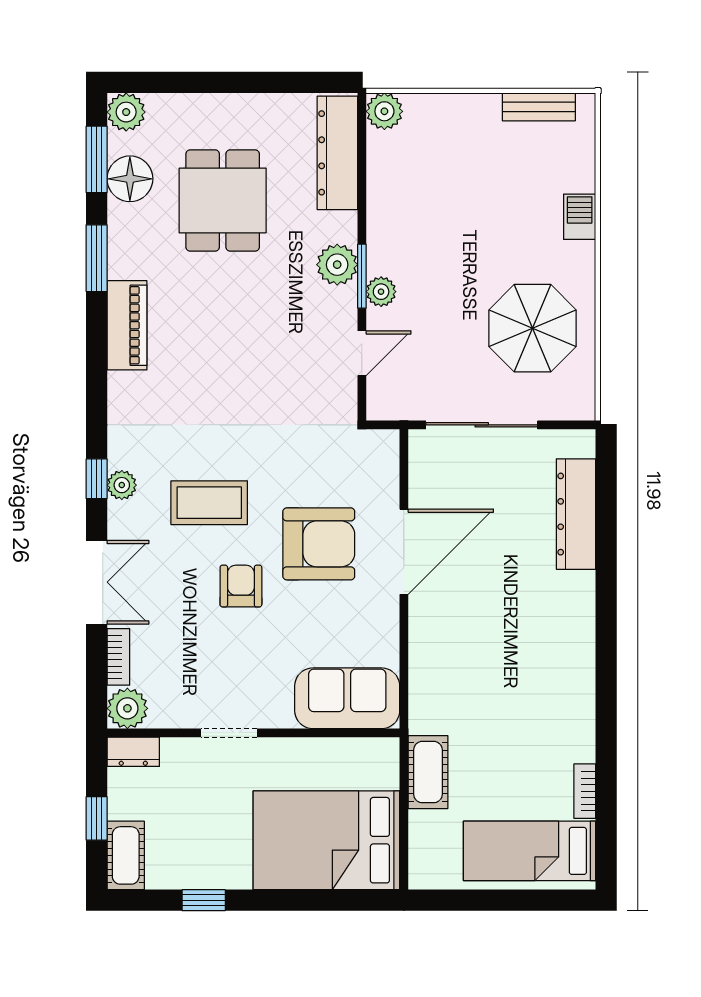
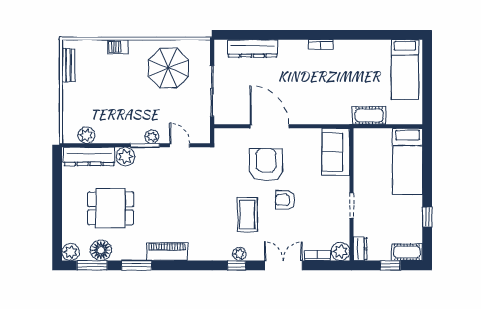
plant: (384, 111) -> (86, 135), moved
plant: (337, 265) -> (125, 157), moved
bookcase: (585, 791) -> (320, 44), moved
bed: (326, 840) -> (408, 161), width x0.67

